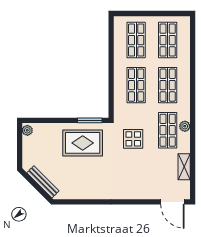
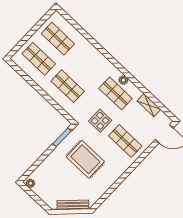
shop shelf: (168, 85) -> (125, 141), moved
rug: (83, 143) -> (85, 159), moved, turned 90

